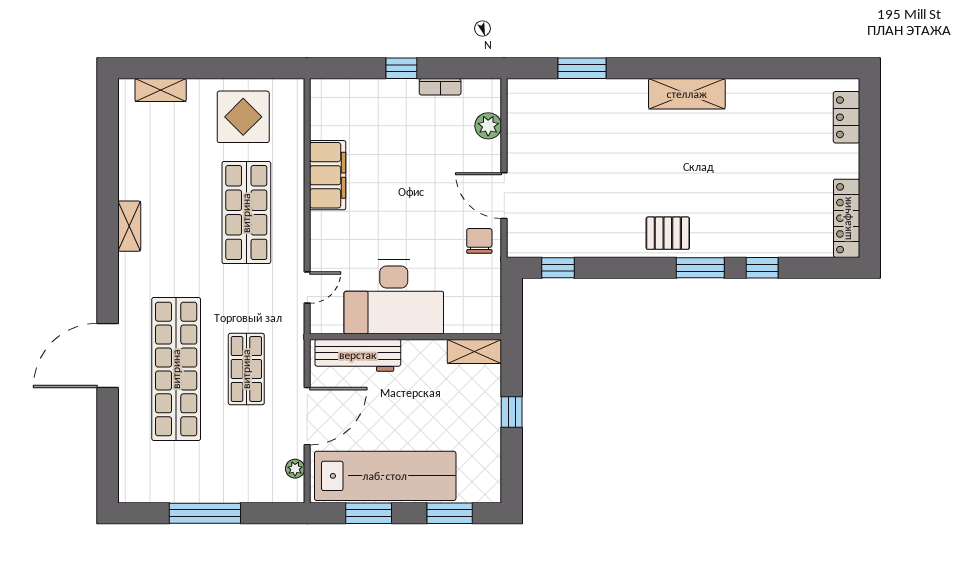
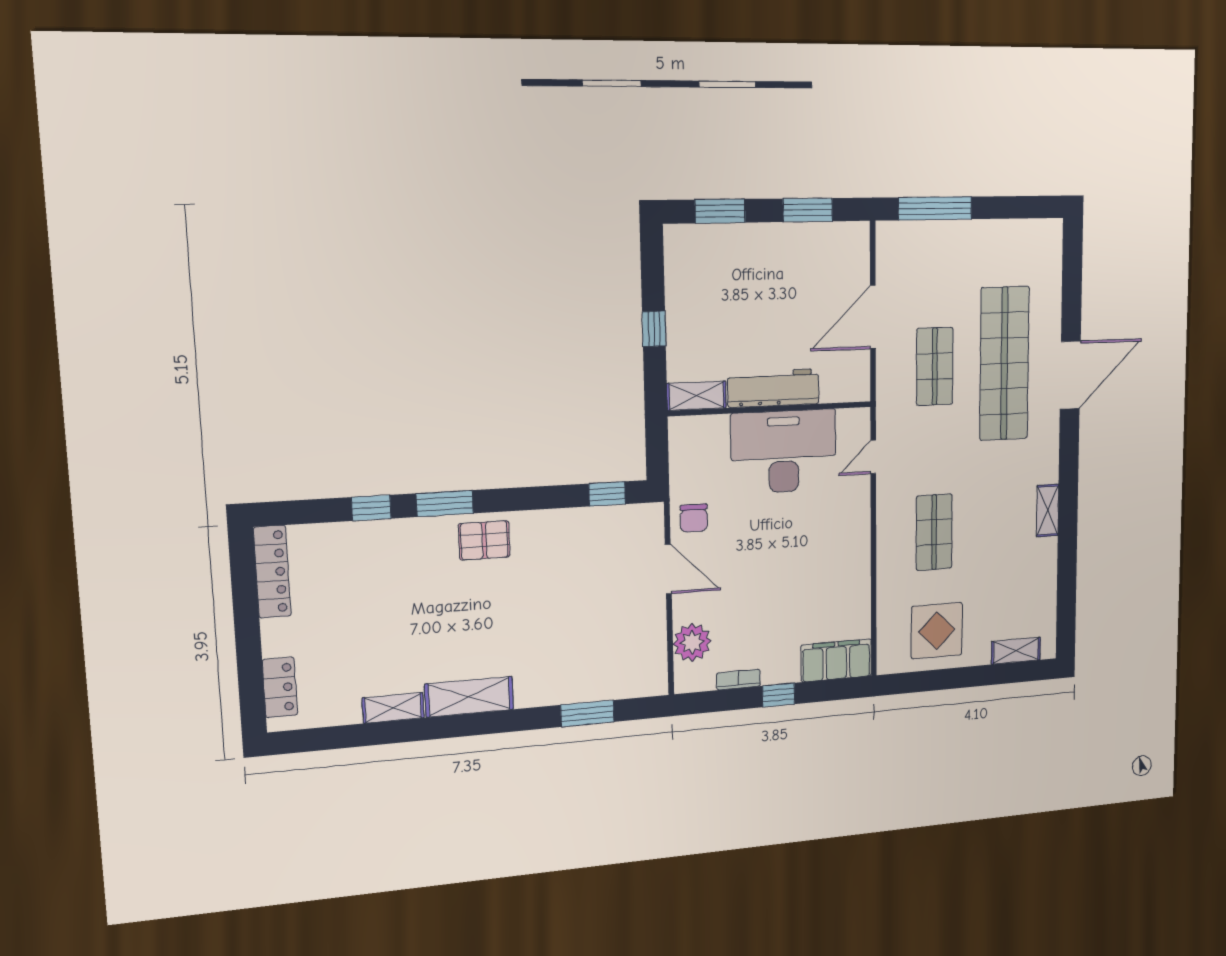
shelving: (753, 90) -> (393, 708), added
plant: (488, 126) -> (692, 642), width x1.36, depth x1.36
filing cabinet: (328, 175) -> (836, 660), moved, turned 90
shop shelf: (246, 213) -> (934, 532), width x0.70, depth x0.74
workbench: (358, 355) -> (773, 388), moved
plant: (295, 469) -> (885, 259), removed
lab bench: (385, 476) -> (791, 253), removed
window: (205, 513) -> (935, 208), moved

